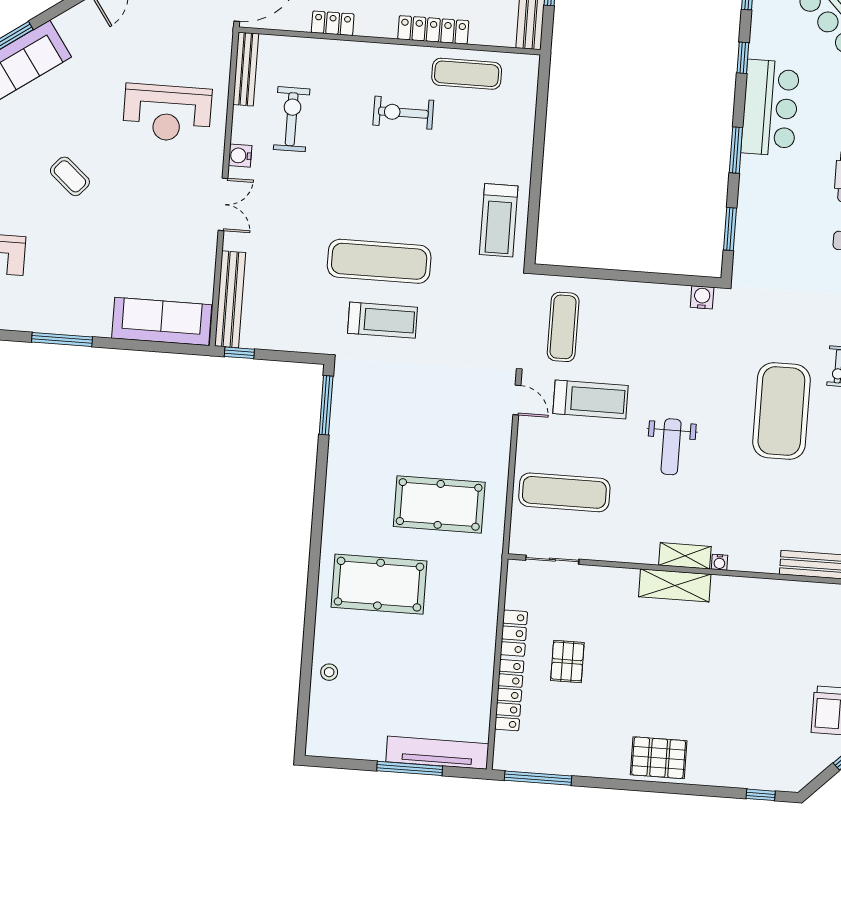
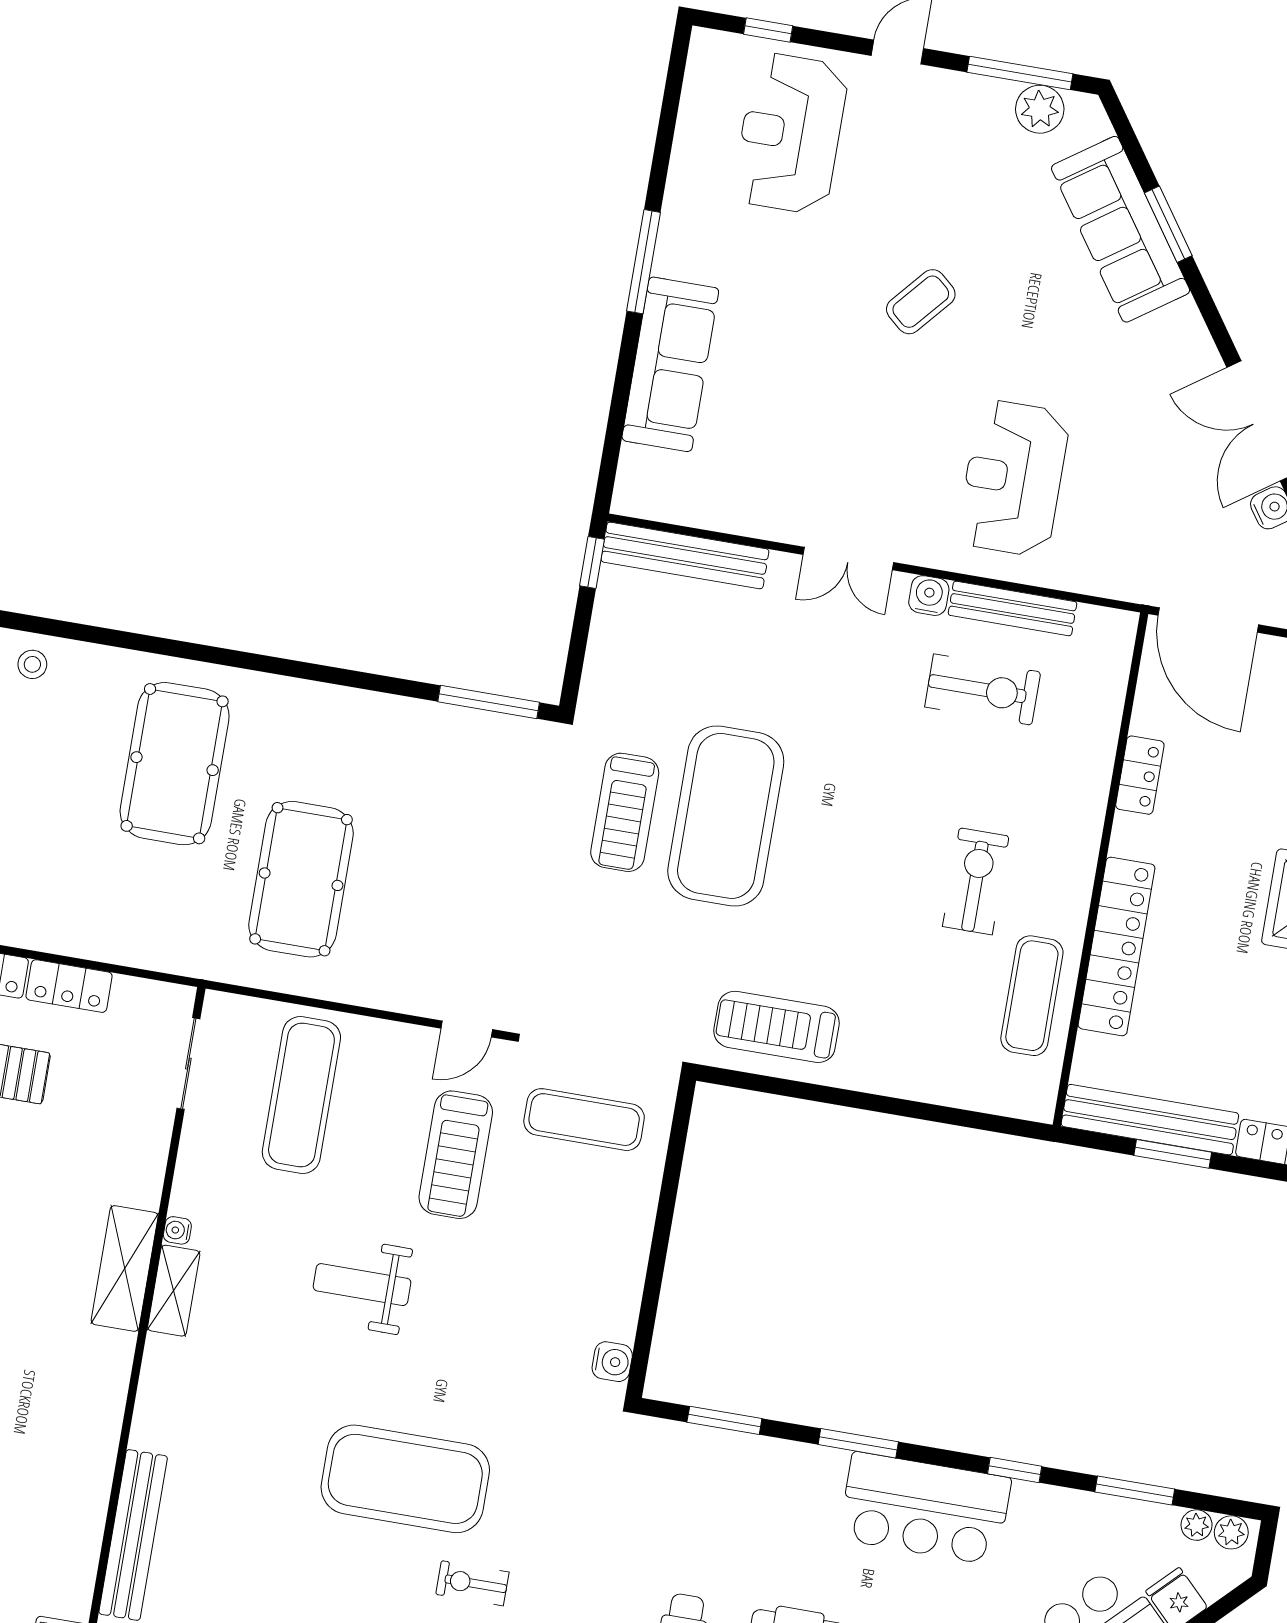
locker: (433, 30) -> (1117, 946), width x1.41, depth x1.21
bench: (246, 69) -> (1013, 608), moved
exercise mat: (379, 261) -> (726, 816), width x1.47
sofa: (162, 321) -> (670, 364), moved
water cooler: (720, 562) -> (177, 1230), moved

